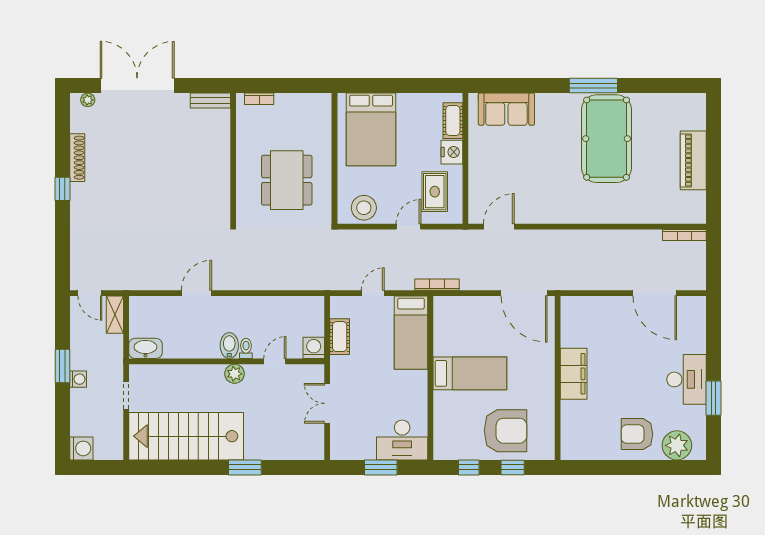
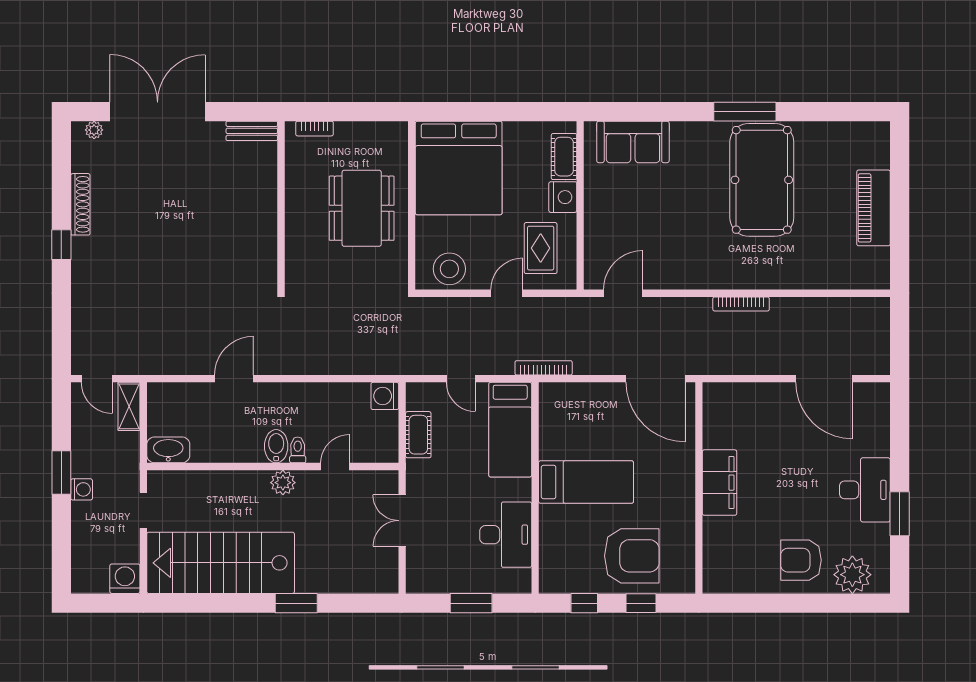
bed: (371, 129) -> (459, 168), width x1.36
dining table: (287, 180) -> (362, 208), moved
bookcase: (684, 235) -> (741, 304), moved
door: (373, 293) -> (461, 379), swing flipped
washing machine: (314, 348) -> (385, 396), moved, turned -90
desk: (402, 440) -> (506, 535), moved, turned -90
washing machine: (81, 448) -> (125, 579), moved, turned -90

